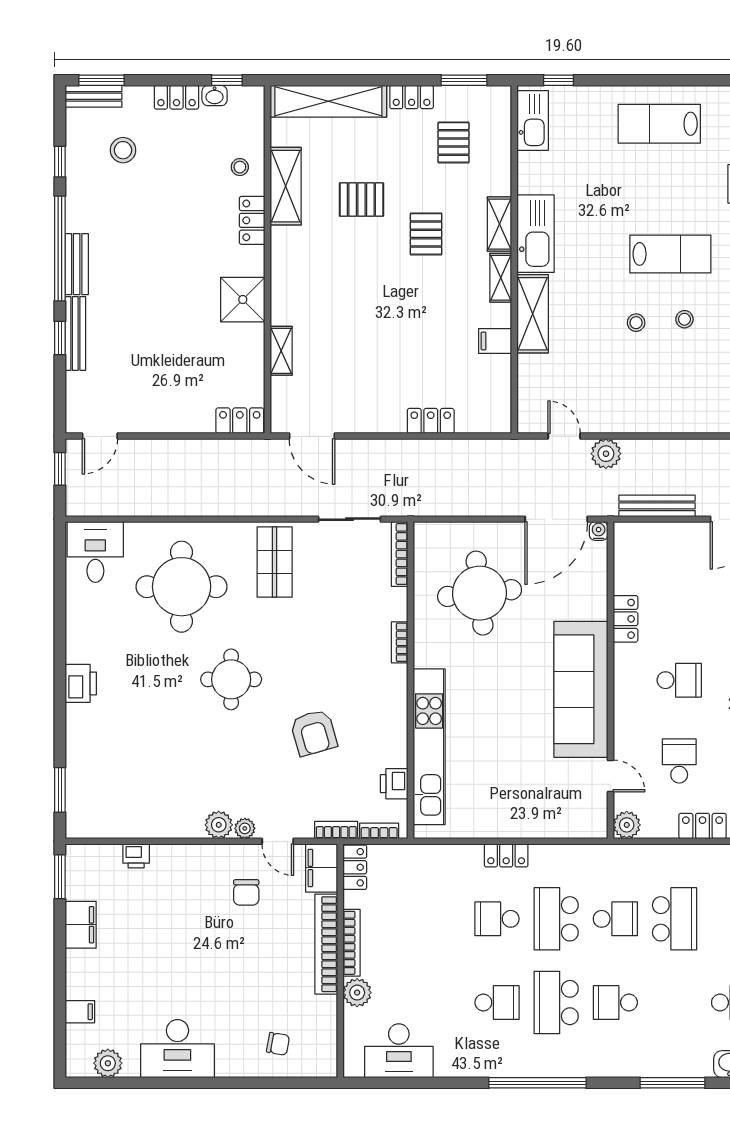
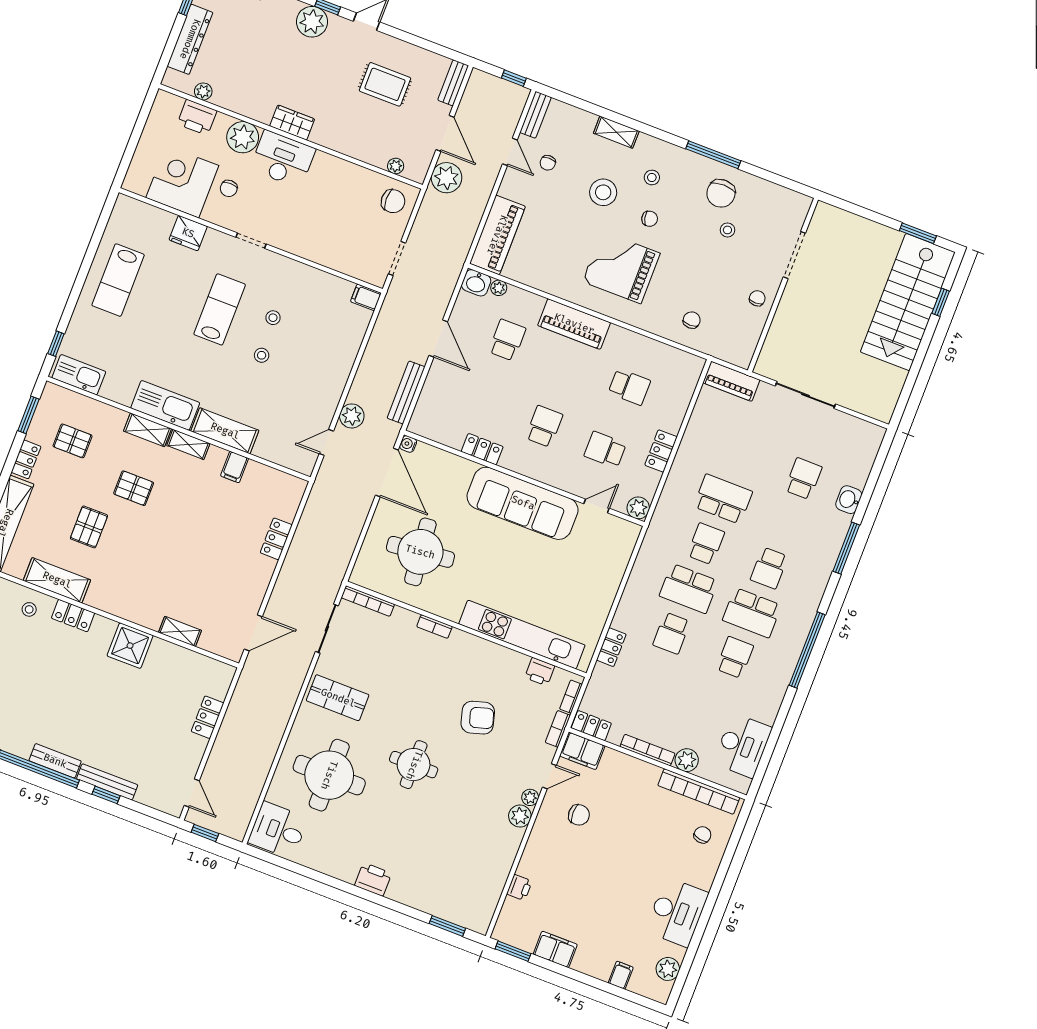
locker: (240, 421) -> (208, 717), moved
locker: (506, 855) -> (611, 647), moved
bookcase: (326, 944) -> (699, 791), moved

